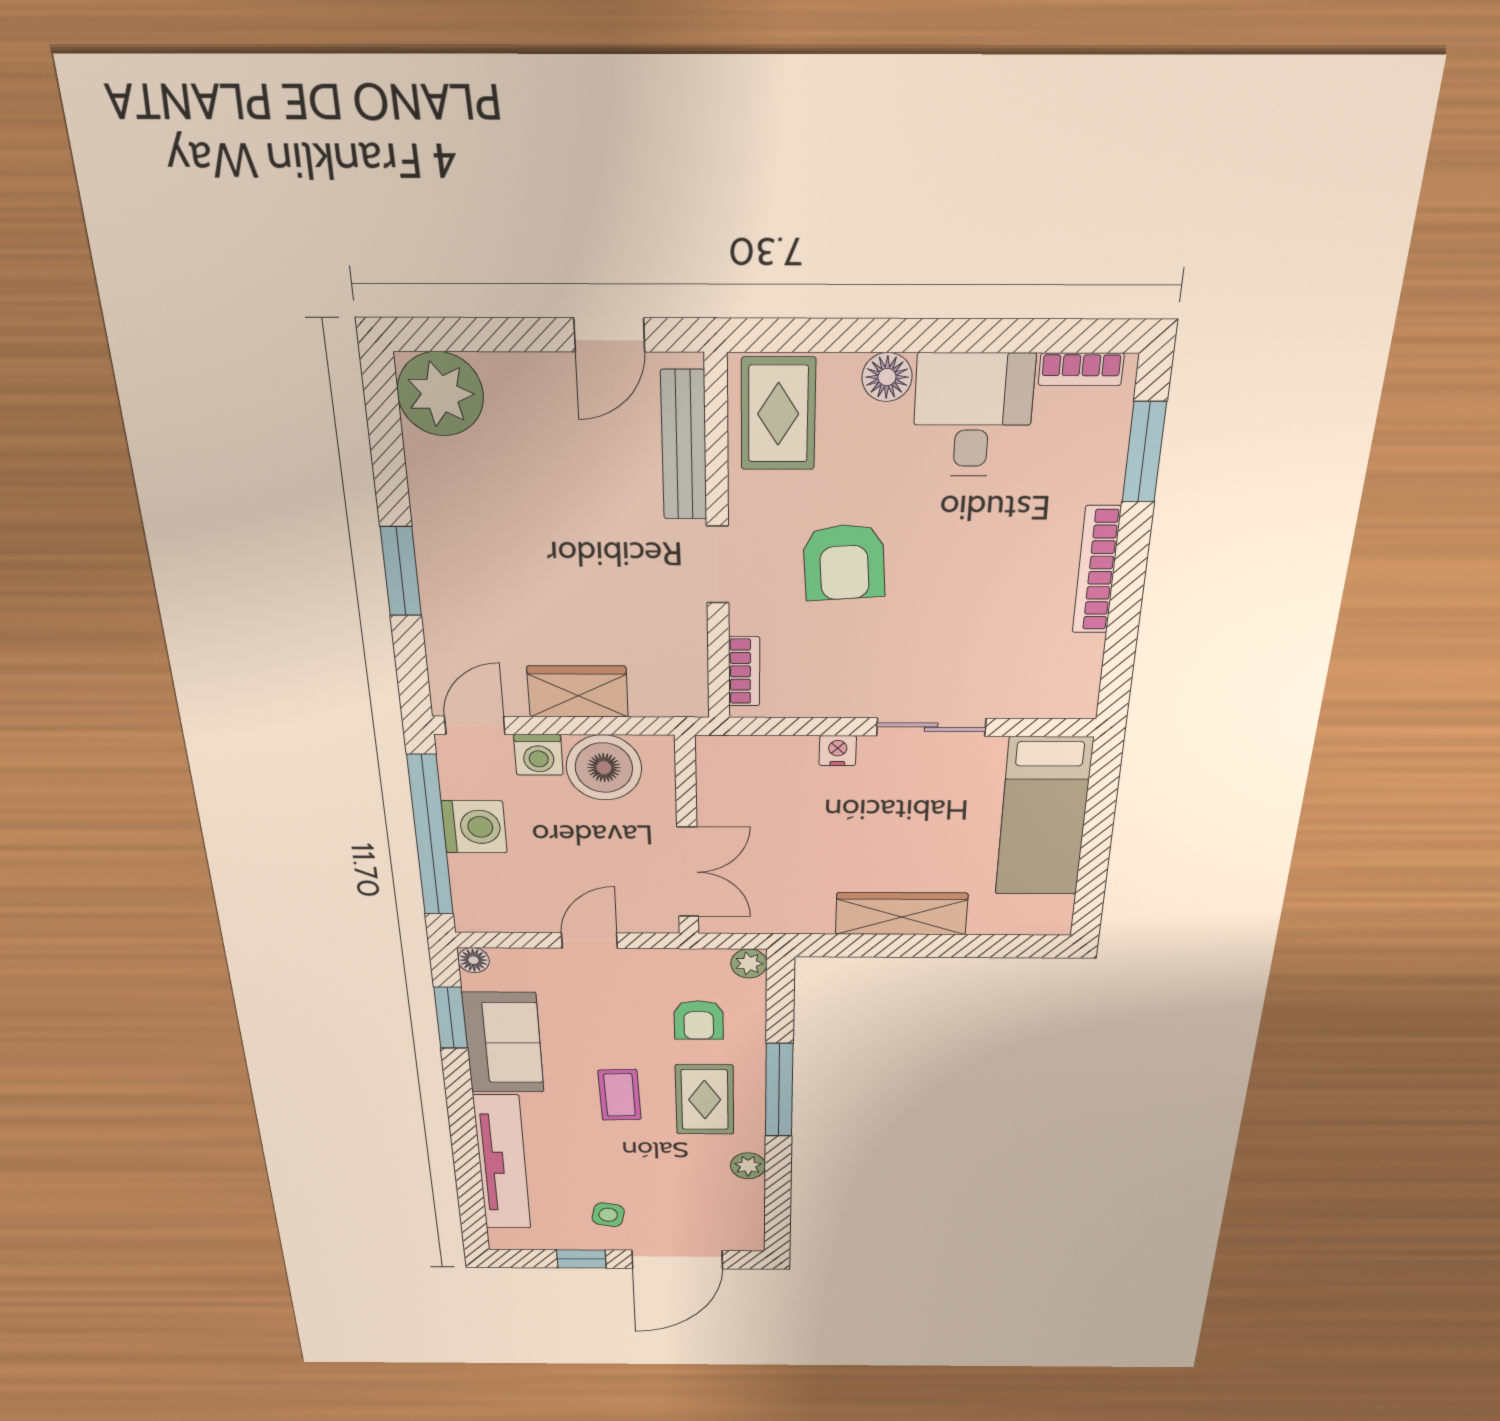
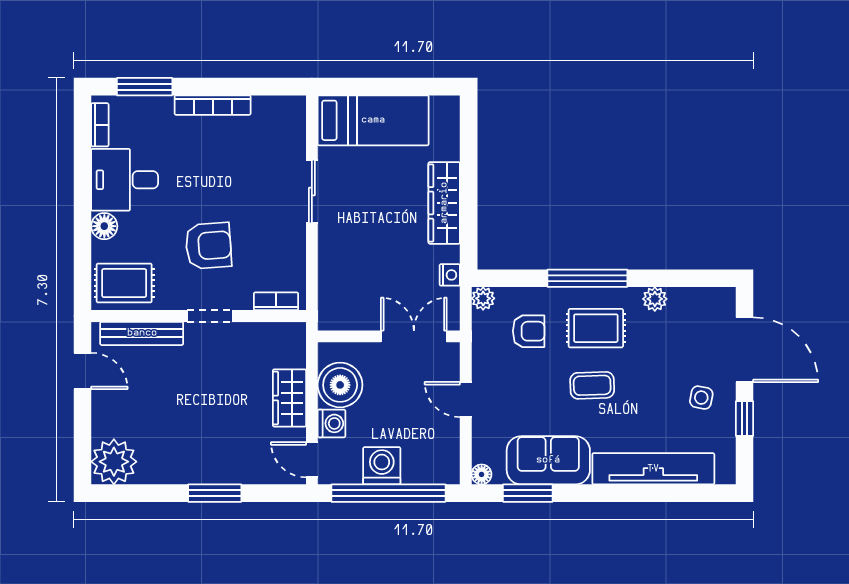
nightstand: (838, 751) -> (450, 275), moved, turned 180

